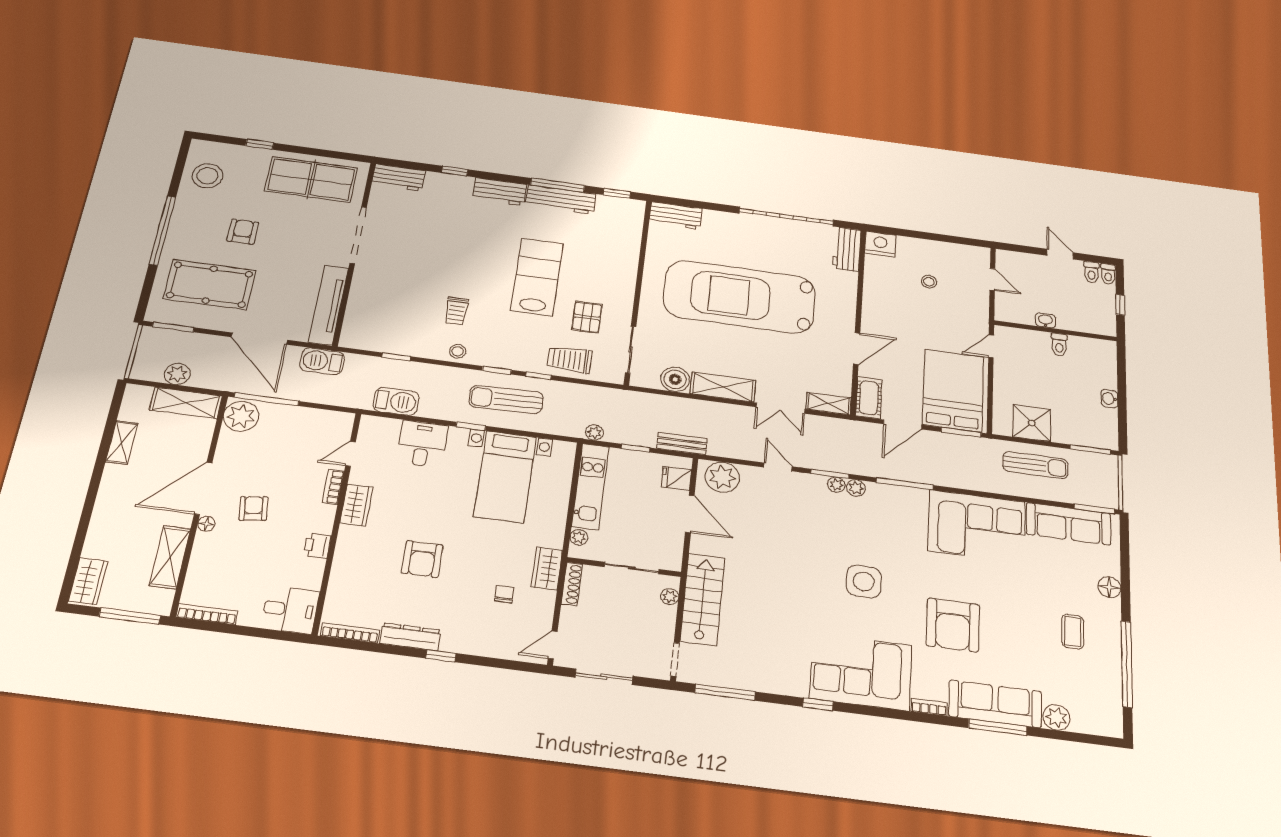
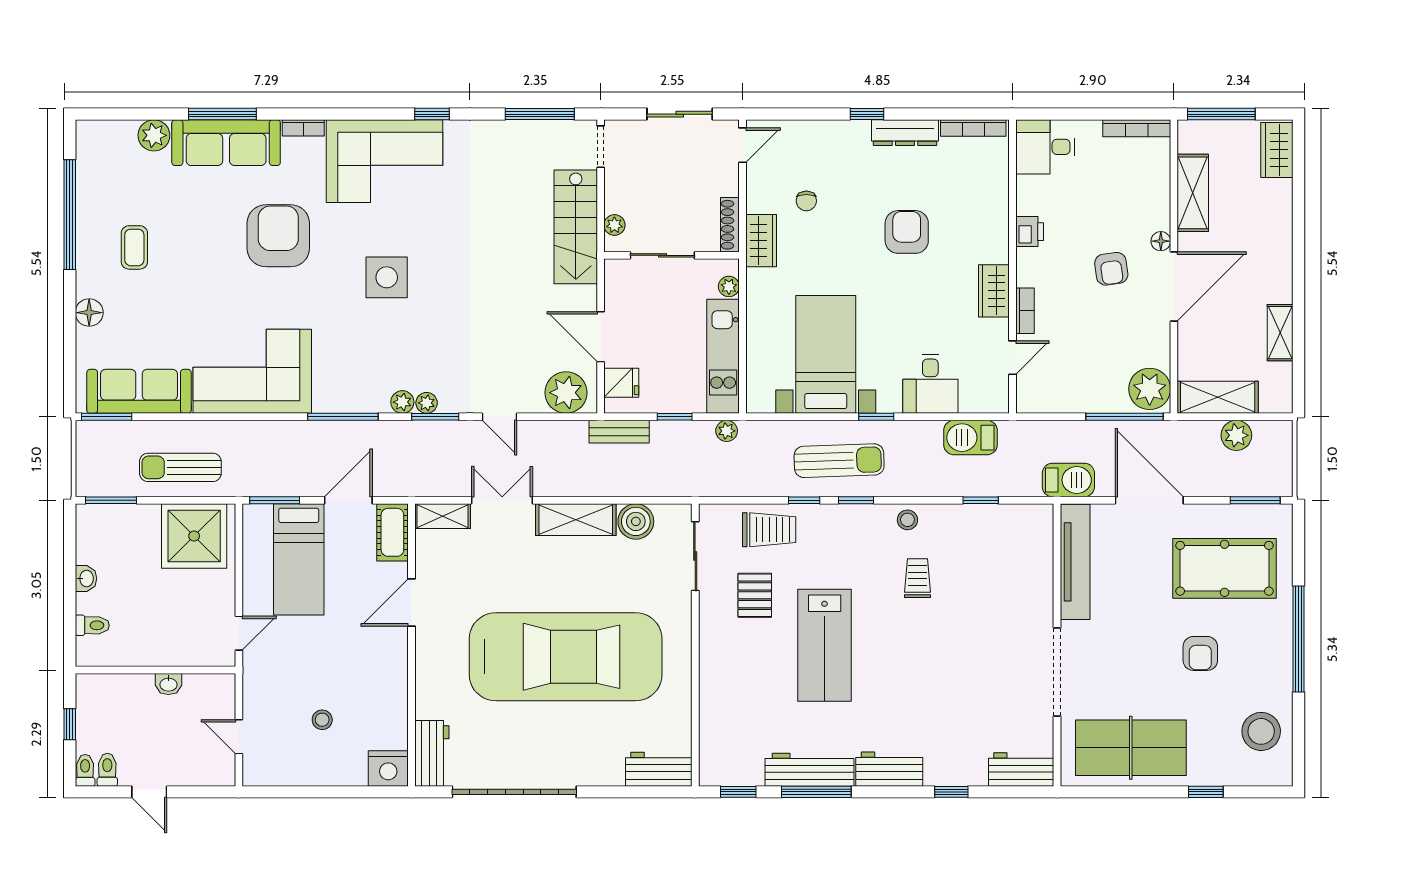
toilet: (1059, 345) -> (92, 625), moved, turned 90
bed: (953, 391) -> (299, 559), width x0.67
shower: (1032, 423) -> (194, 536), width x1.37, depth x1.37

